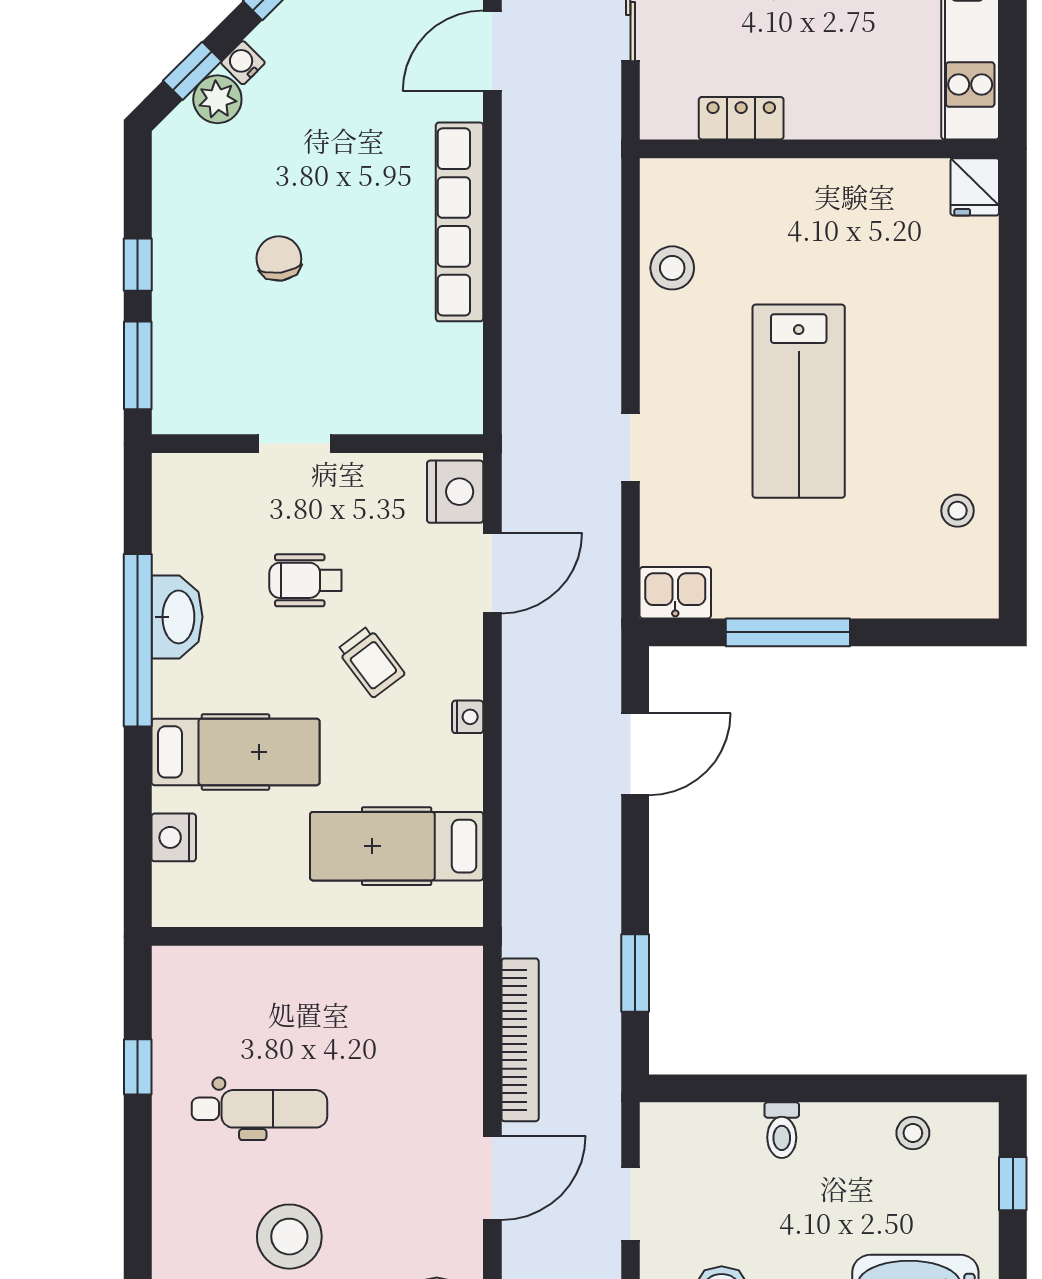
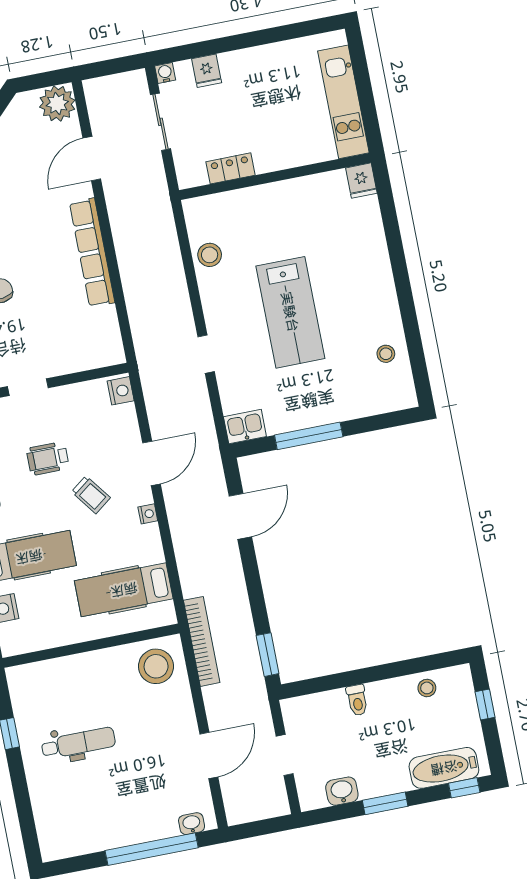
nightstand: (455, 492) -> (121, 391), width x0.74, depth x0.75
door: (492, 573) -> (152, 463), moved
window: (635, 973) -> (268, 655), moved
bookcase: (520, 1040) -> (202, 641), moved
stool: (289, 1237) -> (156, 666), moved

